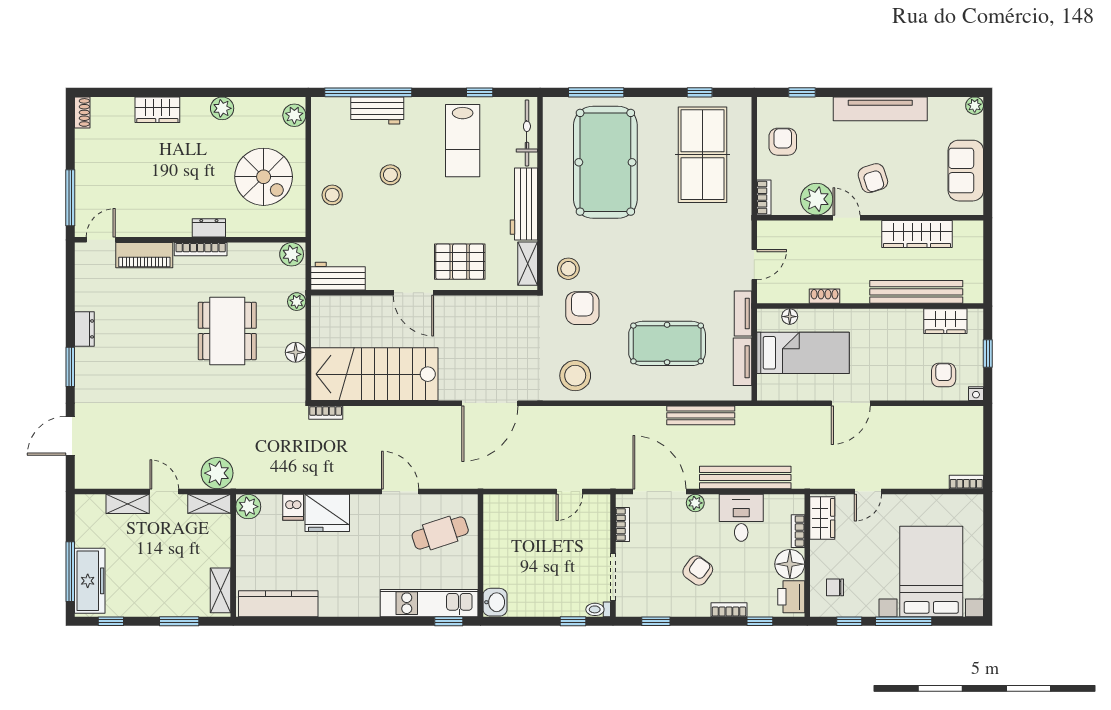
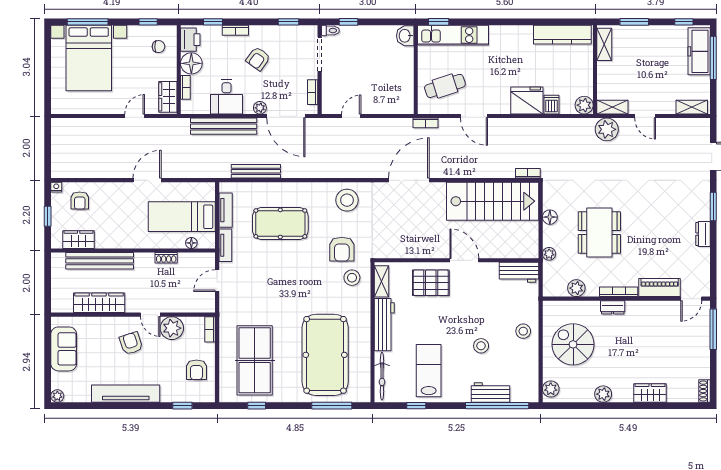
plant: (292, 254) -> (576, 288), moved
bookcase: (966, 482) -> (425, 123), moved
shelving: (128, 504) -> (692, 107), moved
window: (904, 621) -> (88, 22), moved

